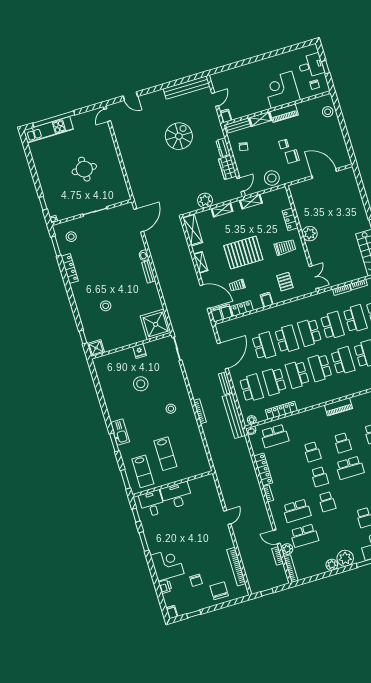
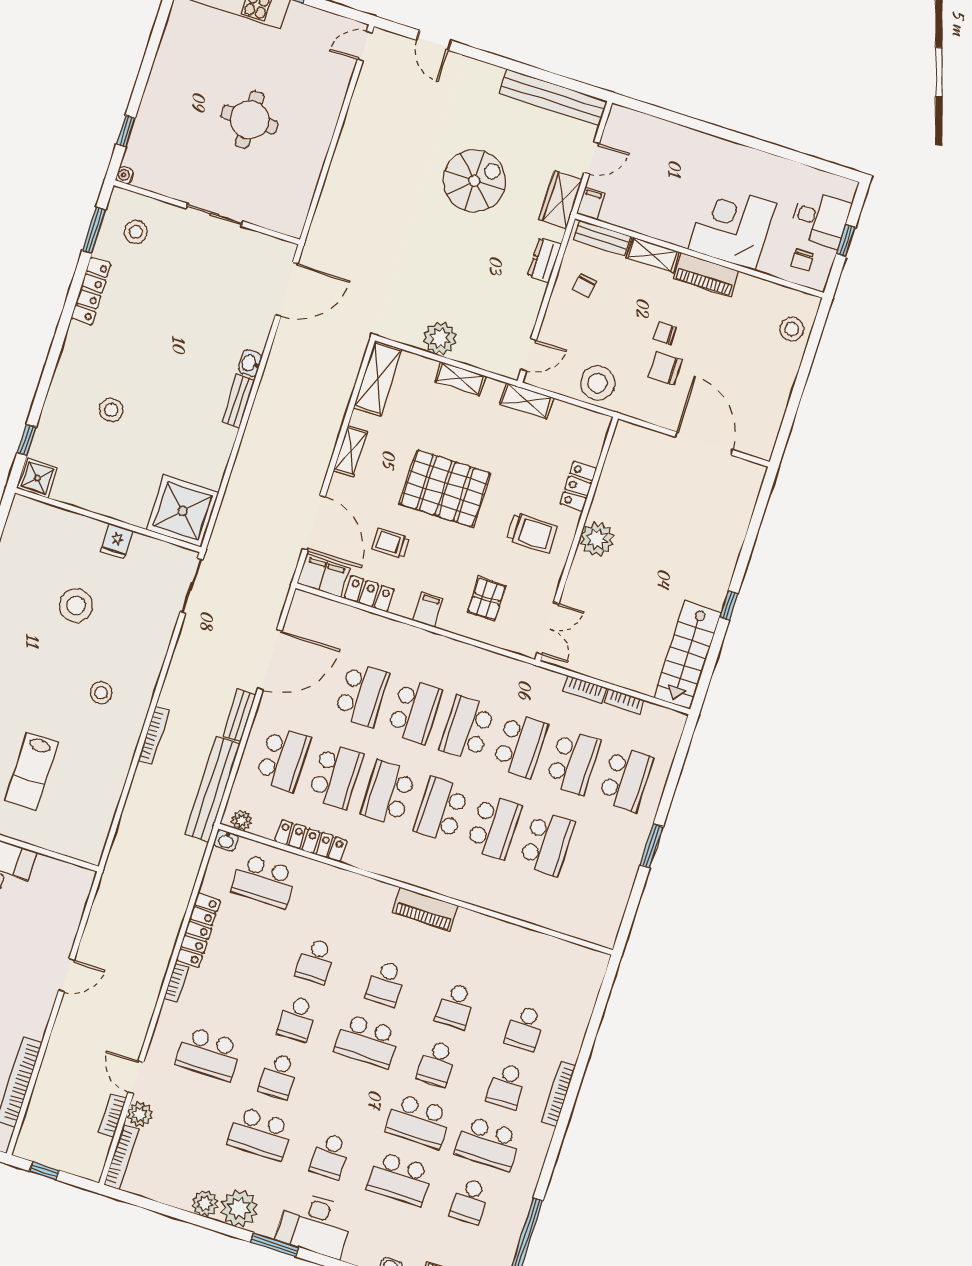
wardrobe: (228, 167) -> (560, 199), moved
school desk: (274, 381) -> (336, 776), turned 180
school desk: (304, 536) -> (260, 1134), moved

